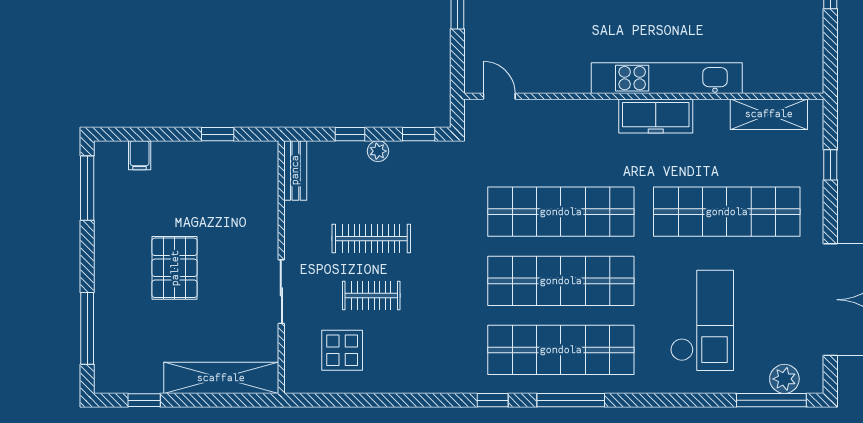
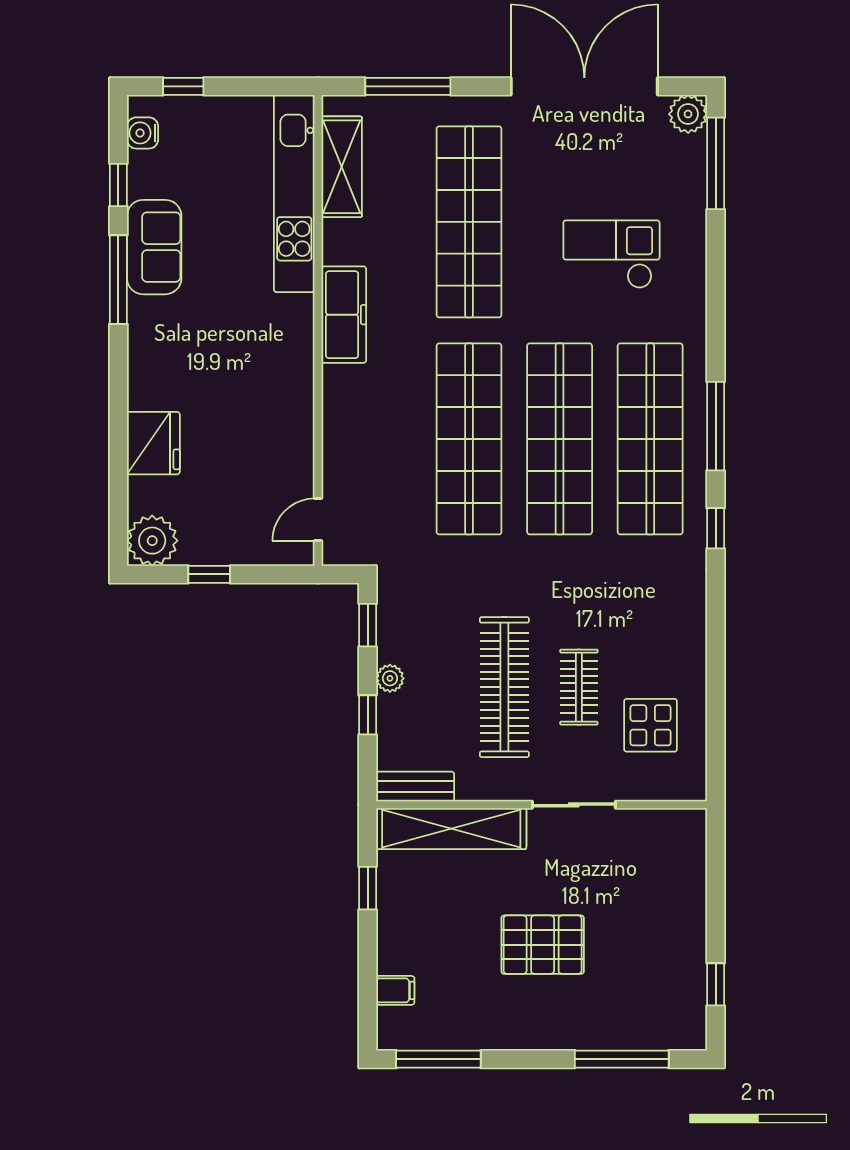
kitchen unit: (667, 78) -> (294, 193), moved
window: (830, 165) -> (408, 86), width x2.17
clothes rail: (371, 239) -> (504, 687), width x1.37, depth x1.31
checkout: (702, 320) -> (612, 254), width x0.73, depth x0.83
shelving: (221, 378) -> (451, 829), moved, turned 90
plant: (784, 379) -> (688, 114), moved

